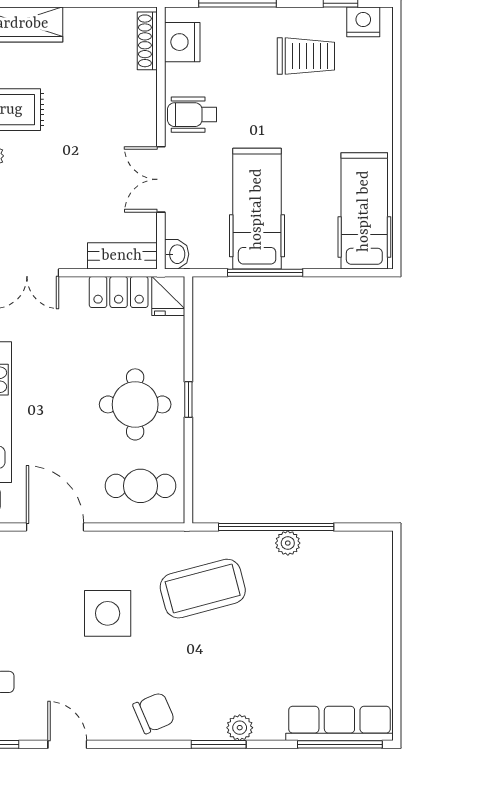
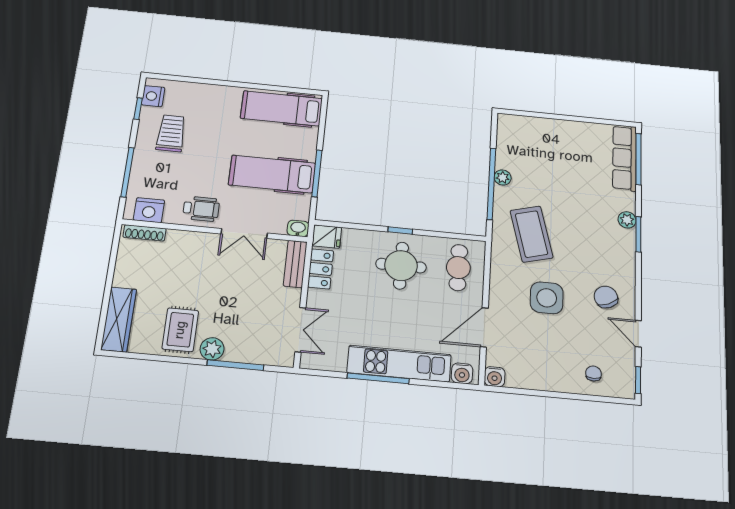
wheelchair: (192, 115) -> (201, 209), turned -90
chair: (154, 713) -> (606, 297), moved
door: (67, 744) -> (638, 334), hinge flipped

